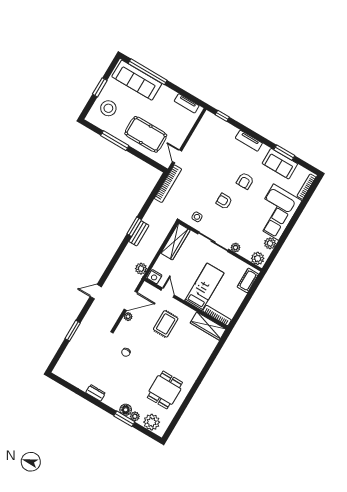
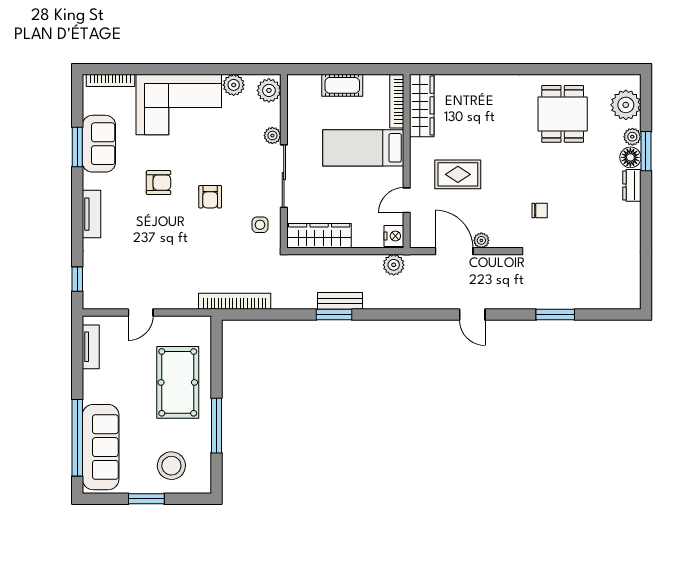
door: (177, 156) -> (141, 313), moved
cot: (248, 280) -> (342, 85), moved
dining table: (165, 390) -> (563, 114), turned 90
dresser: (96, 393) -> (632, 185), moved

